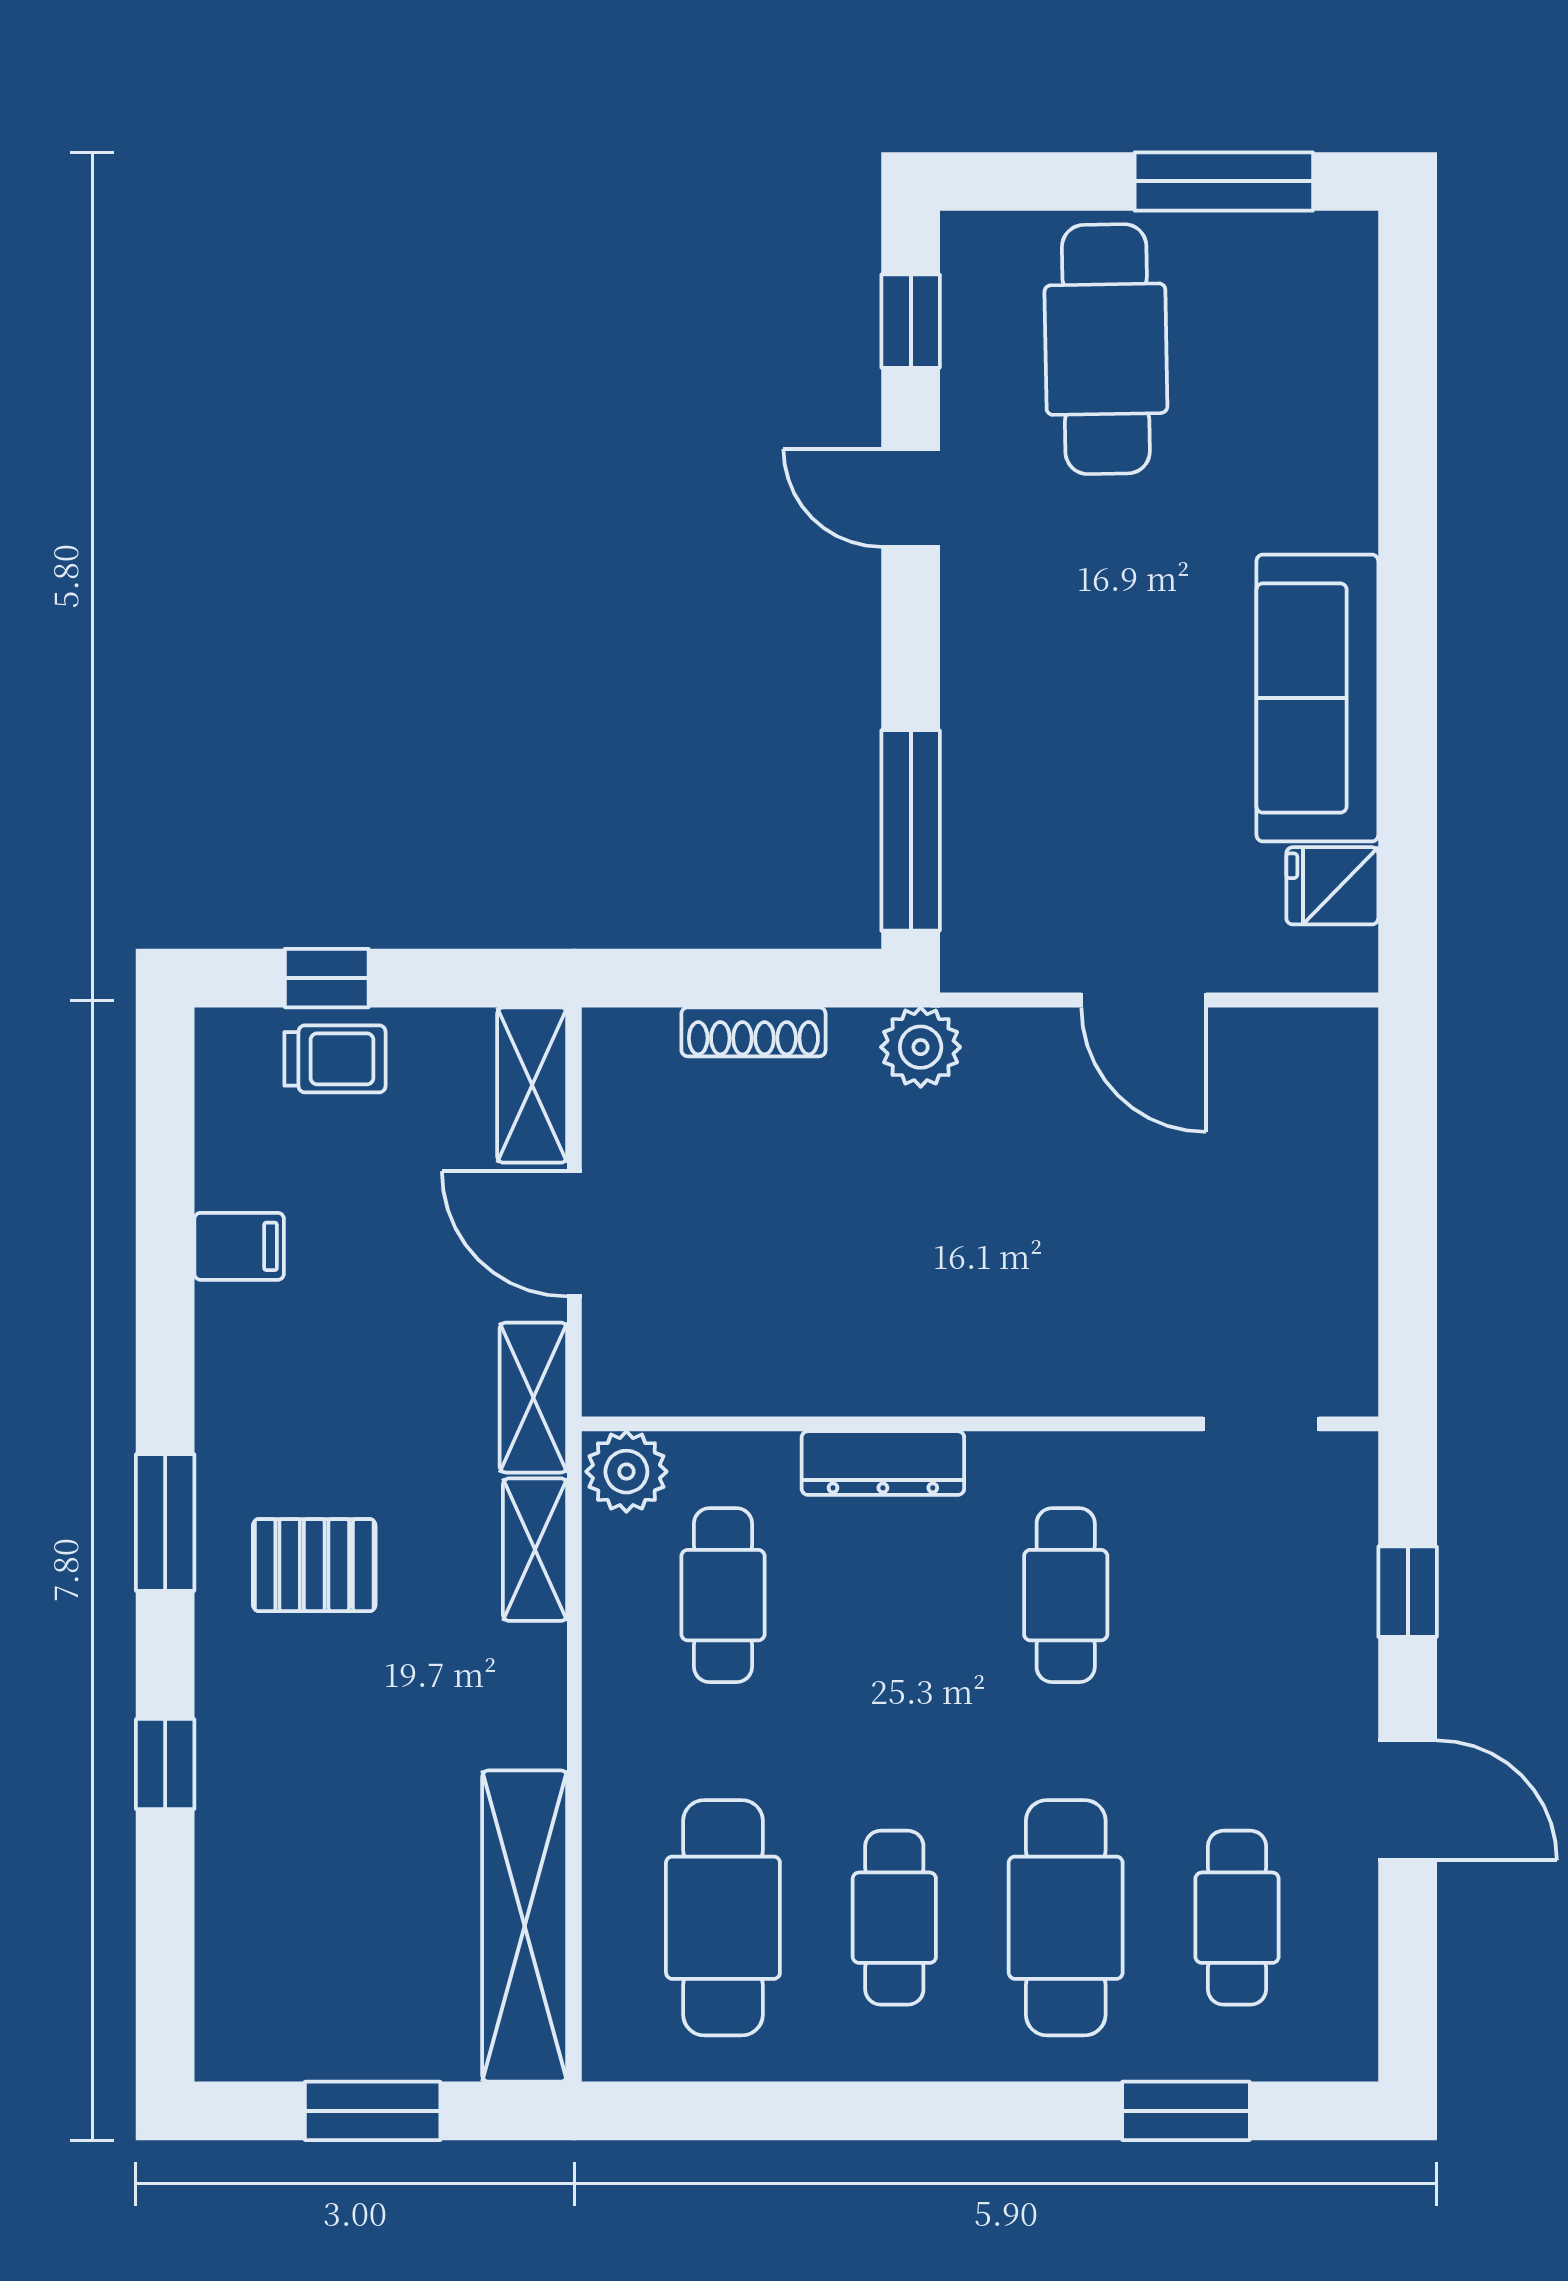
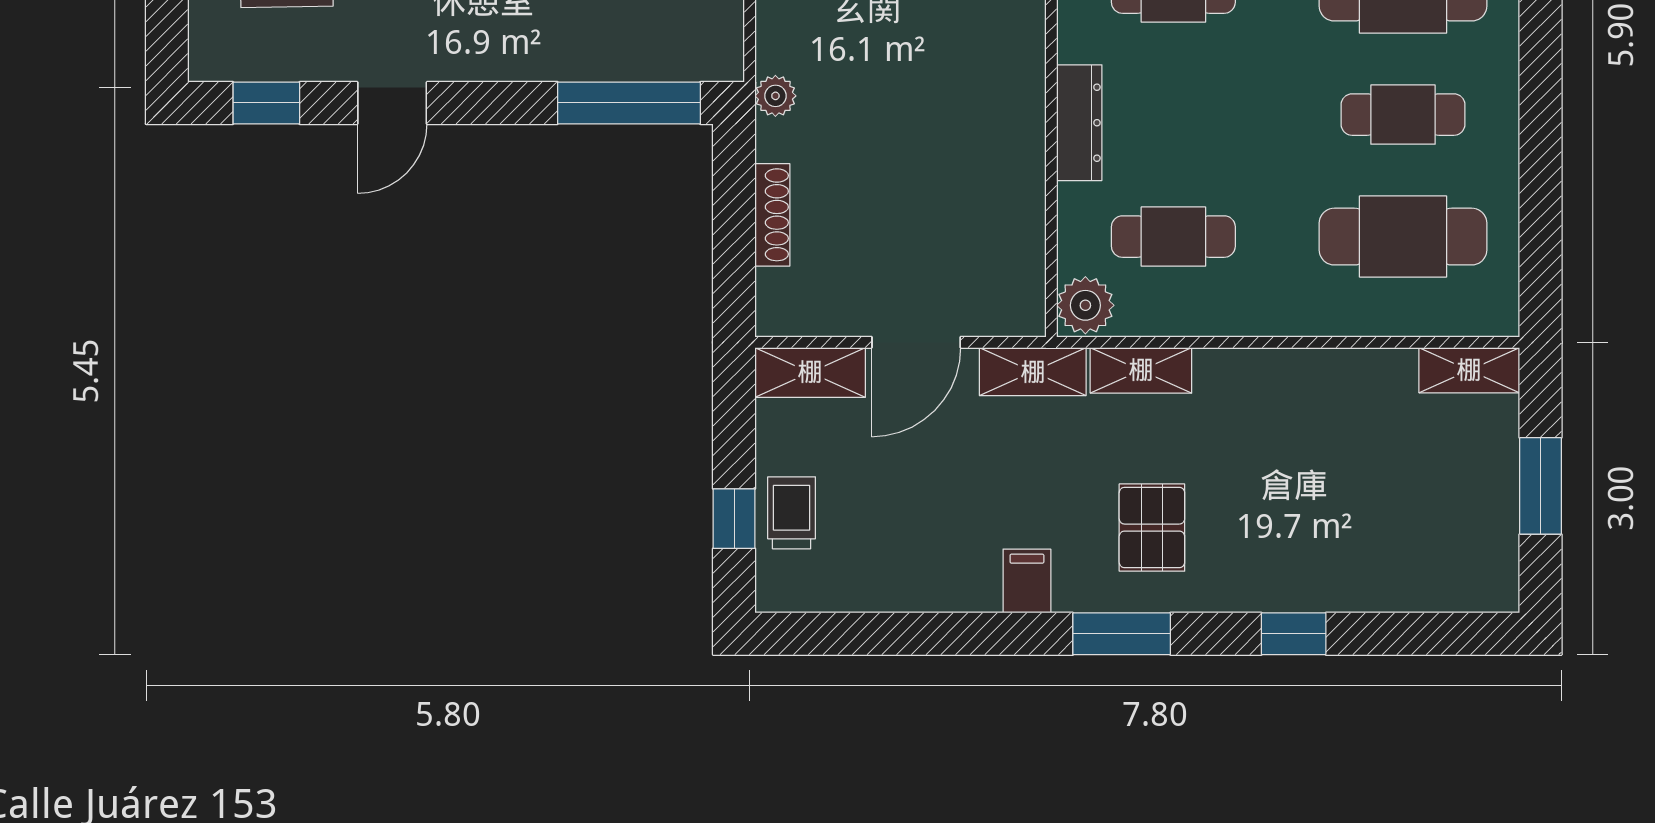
plant: (921, 1047) -> (775, 96), width x0.73, depth x0.73
filing cabinet: (239, 1246) -> (1027, 581), moved
shelving: (525, 1926) -> (1469, 370), width x0.45, depth x0.75

